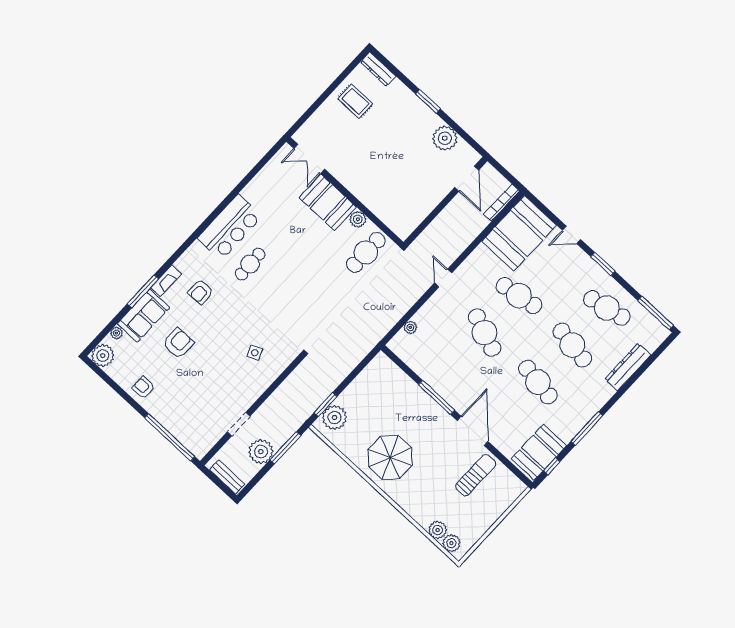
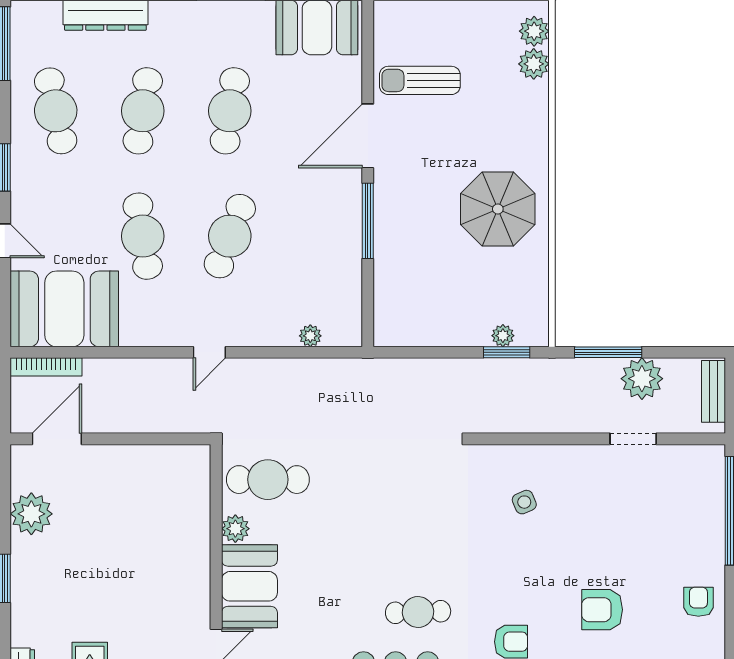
armchair: (144, 387) -> (698, 602), turned 180
plant: (334, 417) -> (503, 336), width x0.53, depth x0.53

